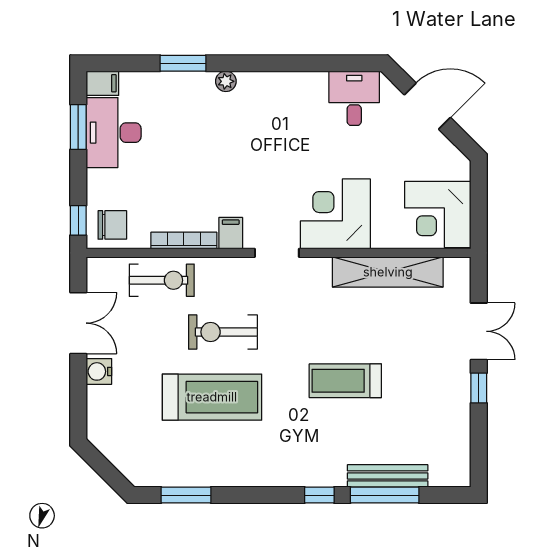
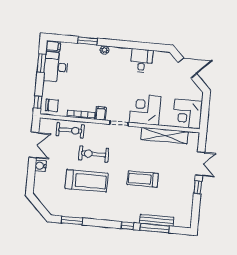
desk: (354, 98) -> (142, 61), moved

